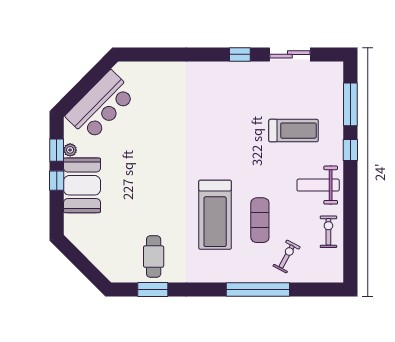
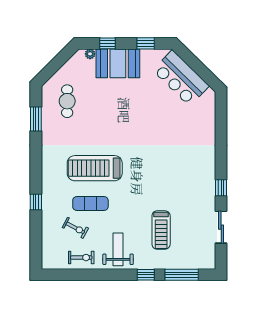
plant: (70, 150) -> (90, 54), moved
window: (57, 181) -> (107, 43), moved
exercise bike: (287, 256) -> (75, 228), moved
cafe table: (154, 257) -> (67, 101), moved, turned 90
window: (258, 289) -> (36, 202), width x0.32

